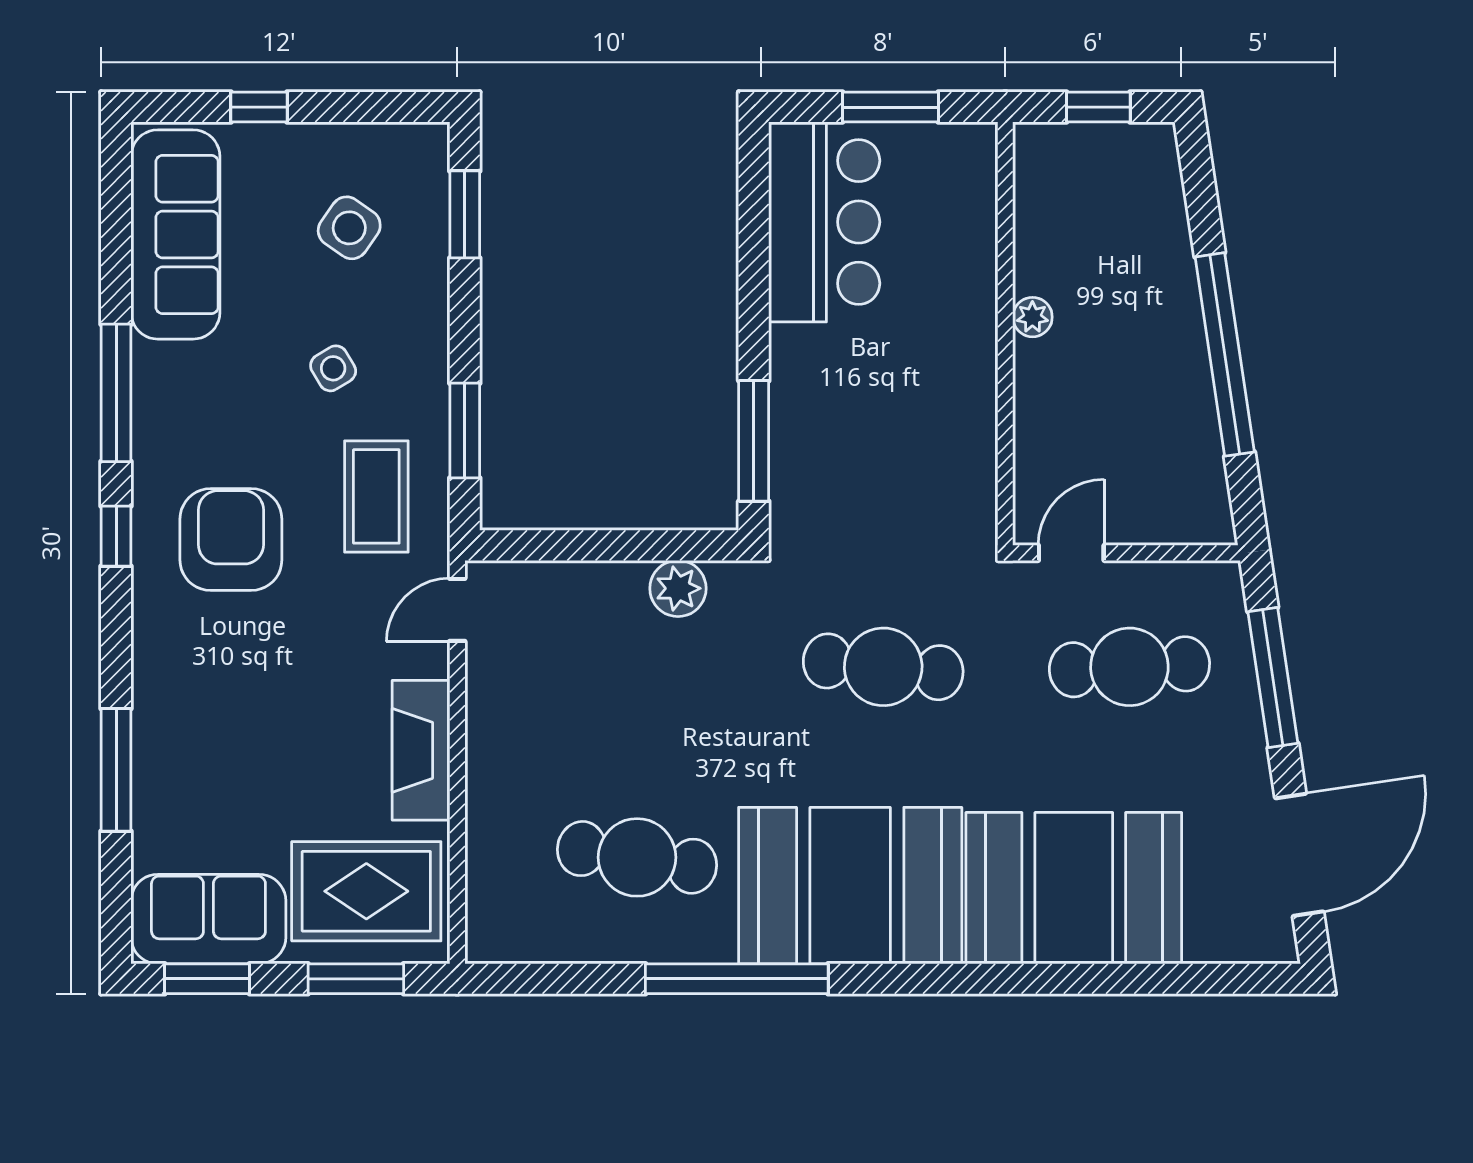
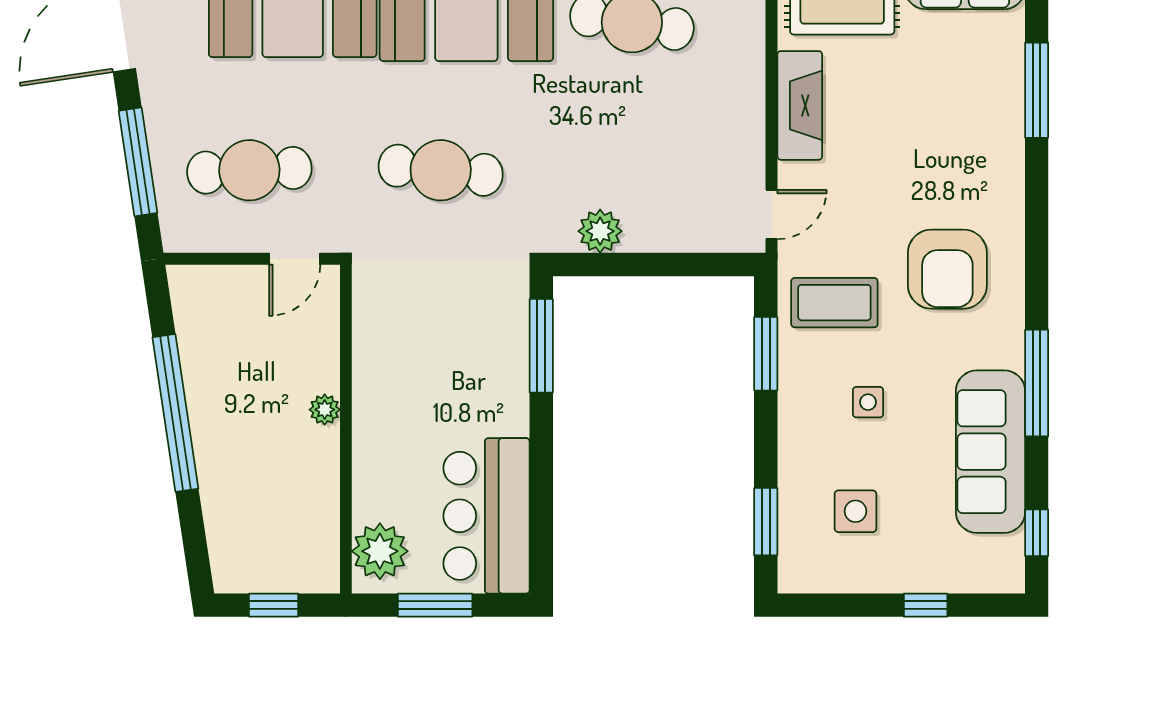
plant: (962, 176) -> (380, 551), added
side table: (349, 228) -> (855, 511), turned -35
sofa: (175, 234) -> (990, 452), moved
plant: (1032, 317) -> (325, 410), moved
side table: (333, 368) -> (868, 402), turned 31
coffee table: (376, 496) -> (834, 303), turned 90
window: (116, 536) -> (1037, 533), moved

